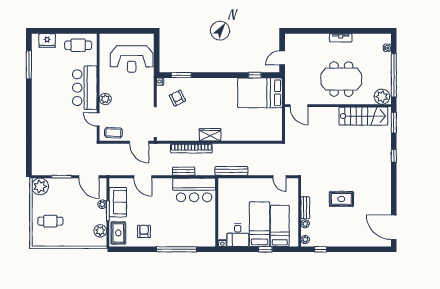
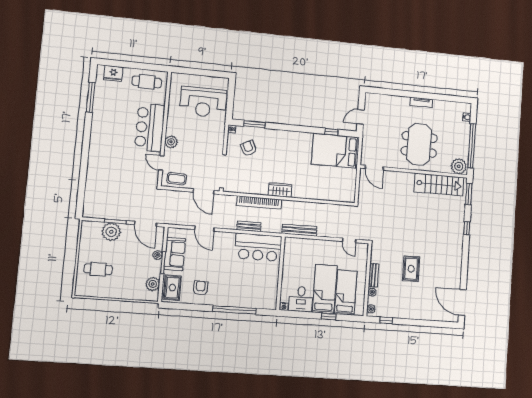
meeting table: (341, 79) -> (419, 144), turned 90
plant: (40, 186) -> (111, 232), moved
rug: (341, 199) -> (411, 269), turned 90

